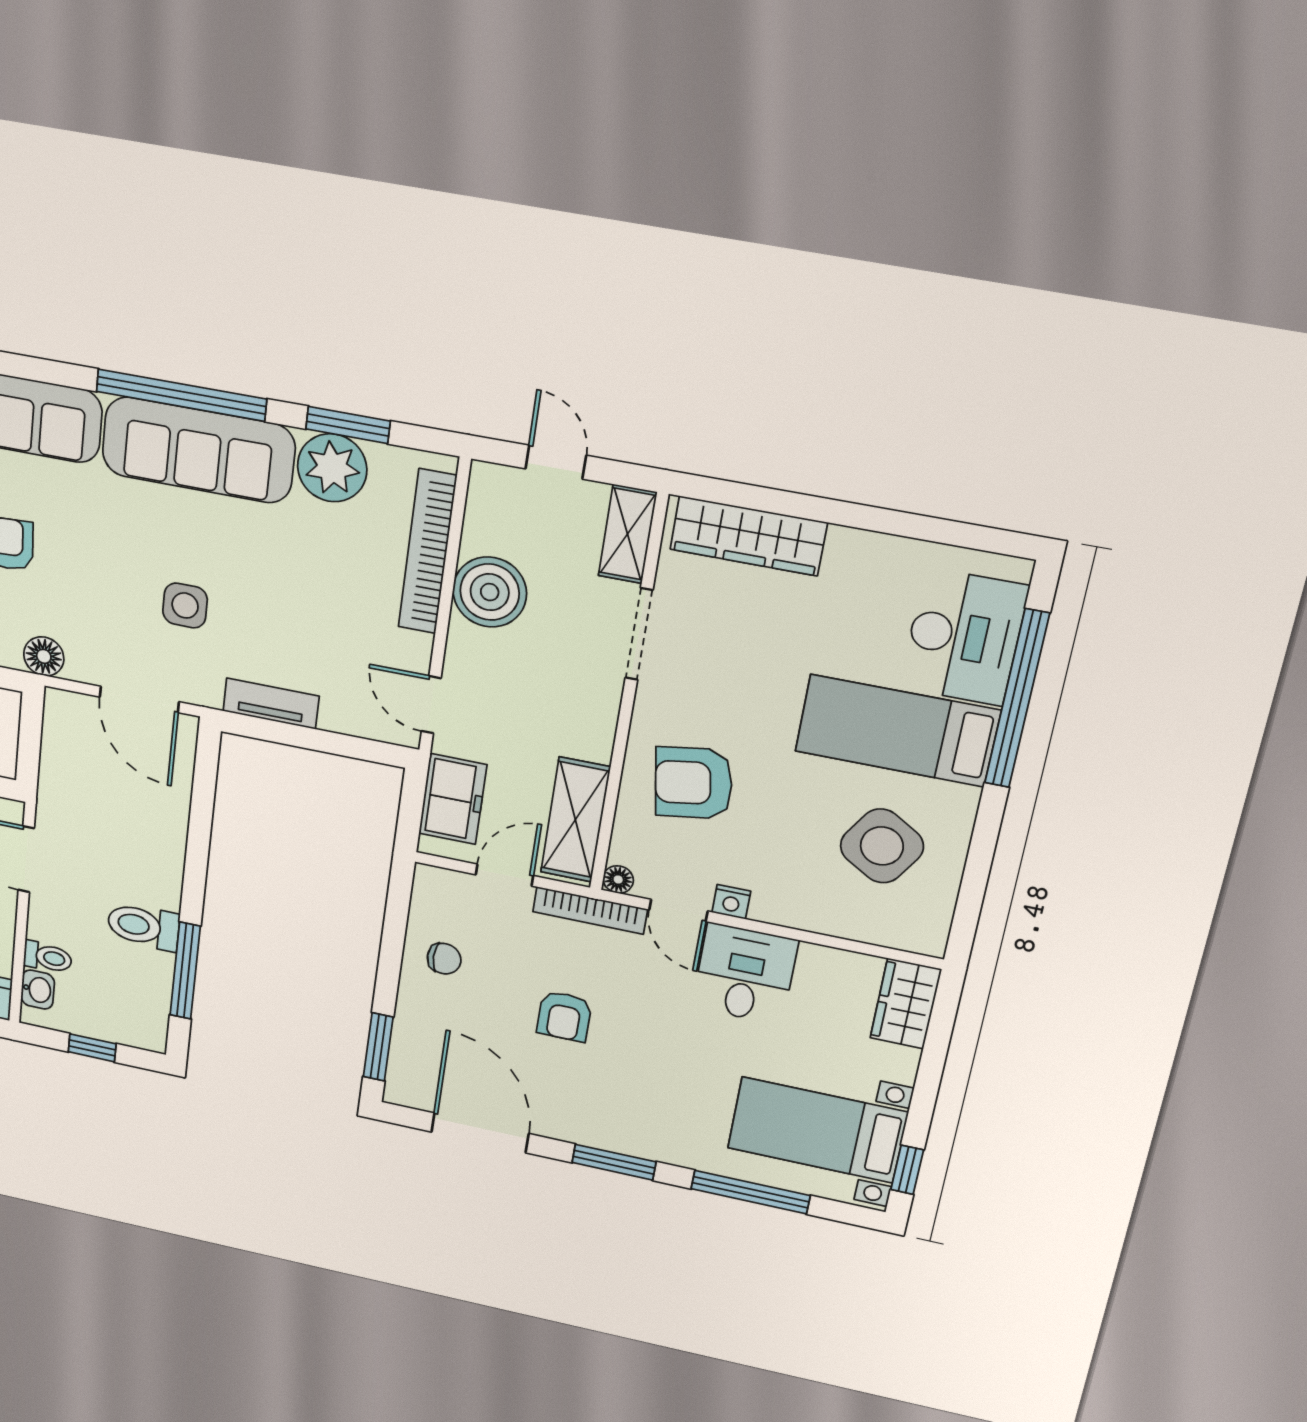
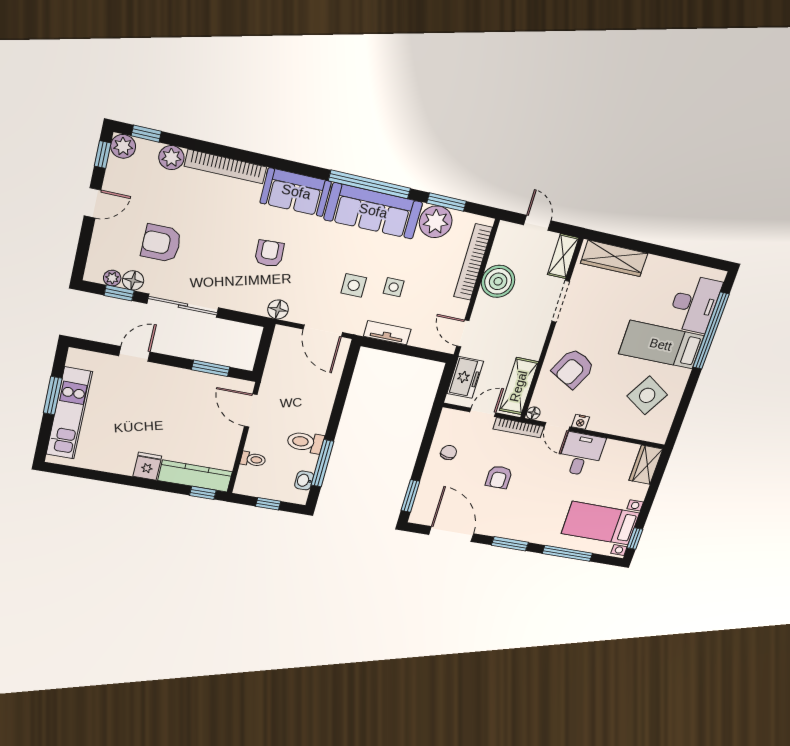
side table: (268, 608) -> (394, 287), added
armchair: (694, 783) -> (573, 369), turned -53
chair: (444, 959) -> (449, 453), turned -81
washbasin: (38, 990) -> (304, 480), moved, turned 180

